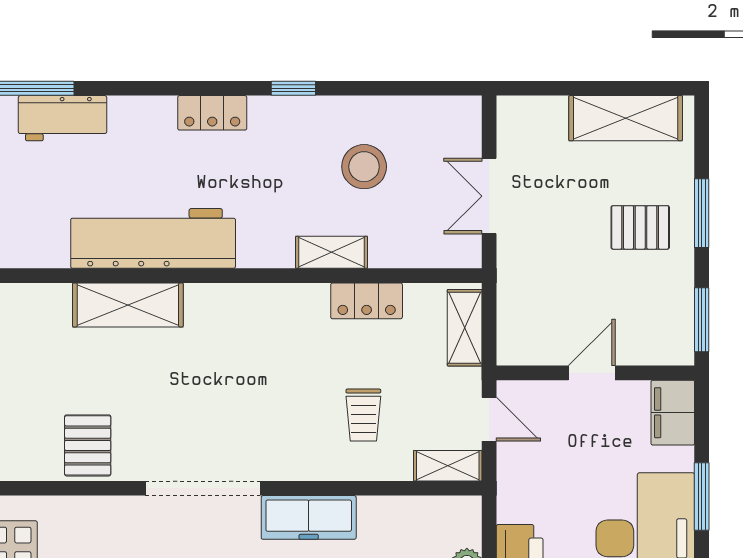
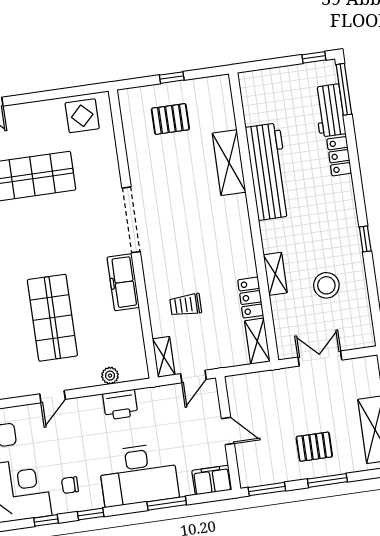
locker: (212, 113) -> (339, 156), moved
pallet: (640, 227) -> (314, 447), turned 90
shelving: (465, 328) -> (257, 341), moved, turned 90
pallet: (88, 445) -> (170, 119), moved

